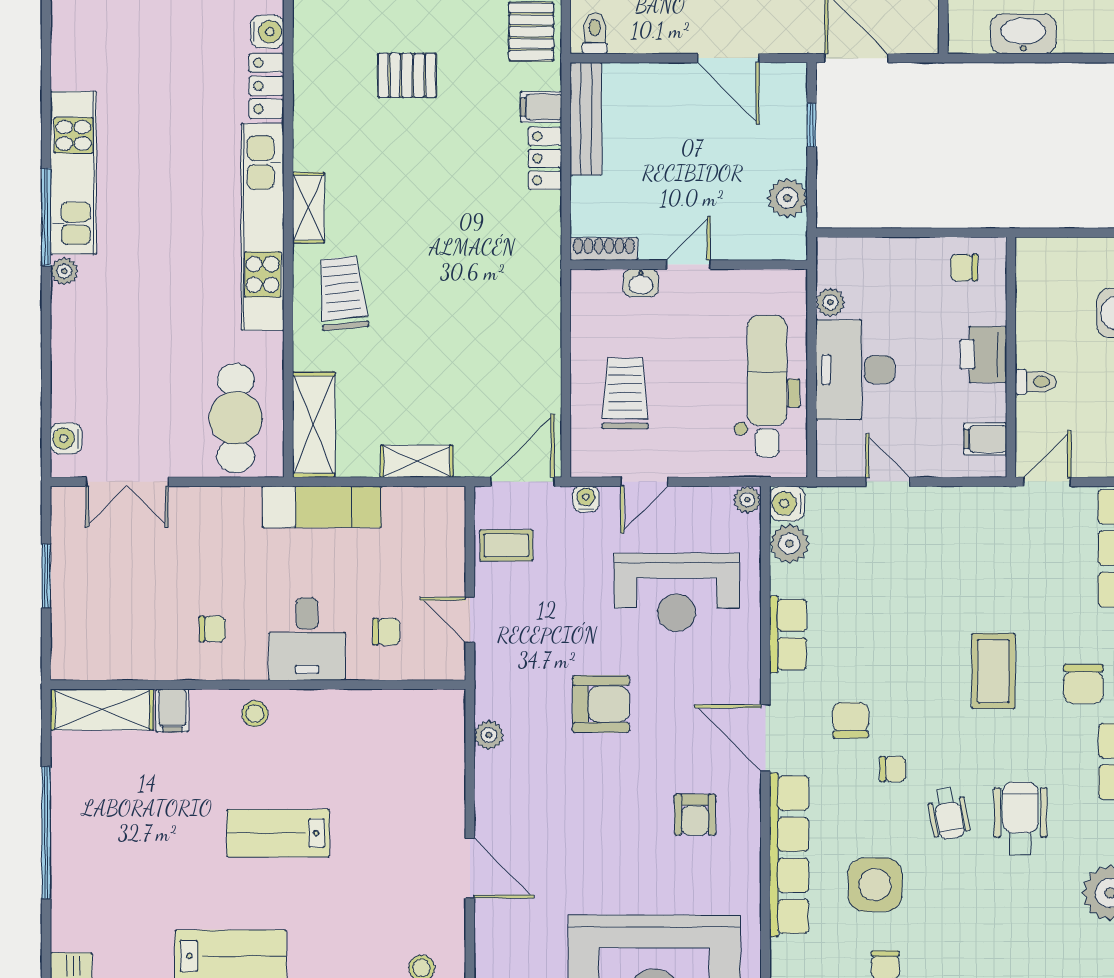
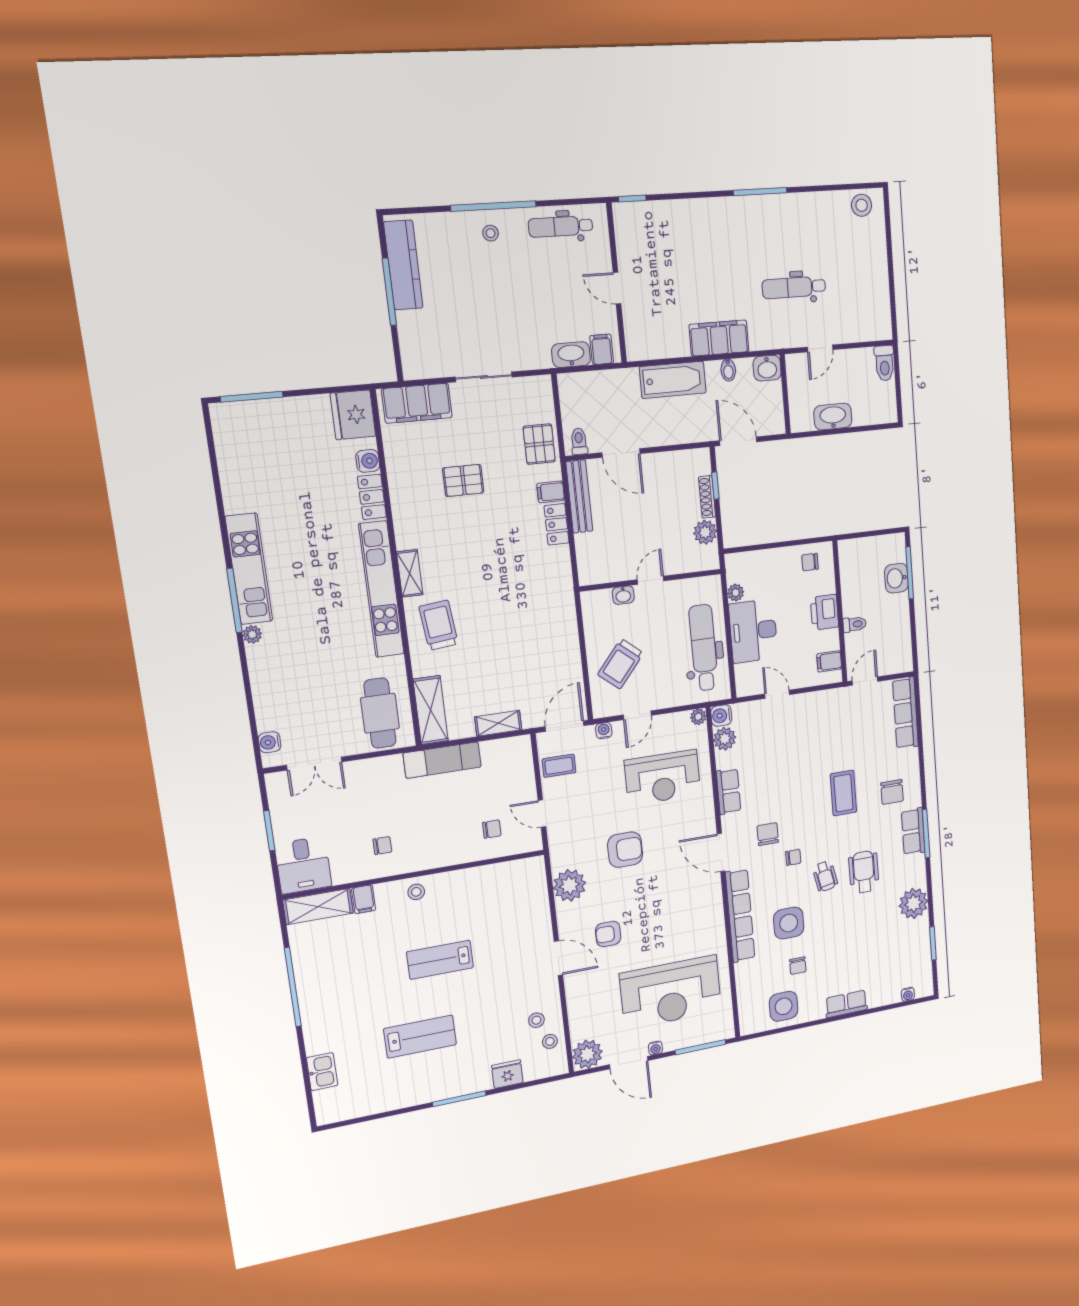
door: (728, 58) -> (621, 453), moved
shoe rack: (604, 249) -> (707, 497), moved, turned -90
trolley: (625, 393) -> (621, 664), turned -140
desk: (307, 639) -> (303, 865), moved
plant: (489, 735) -> (569, 885), width x1.87, depth x1.87
armchair: (695, 815) -> (608, 934), moved, turned 90

